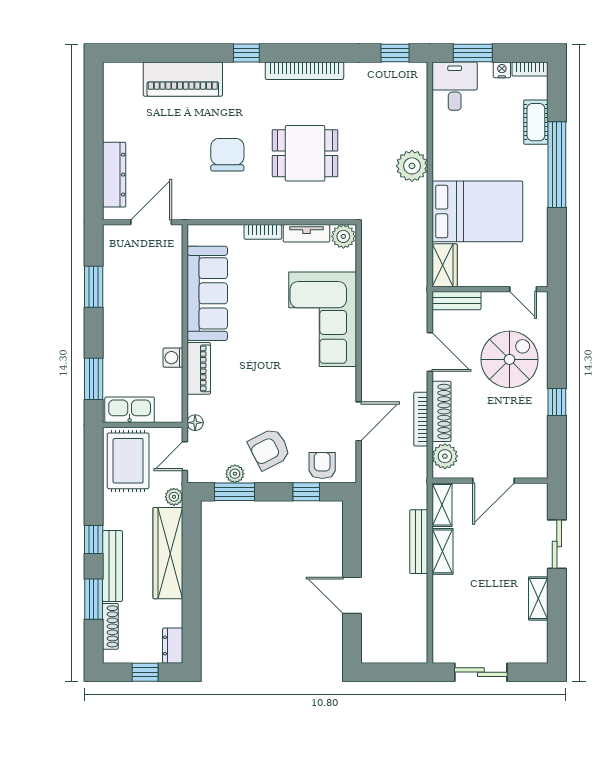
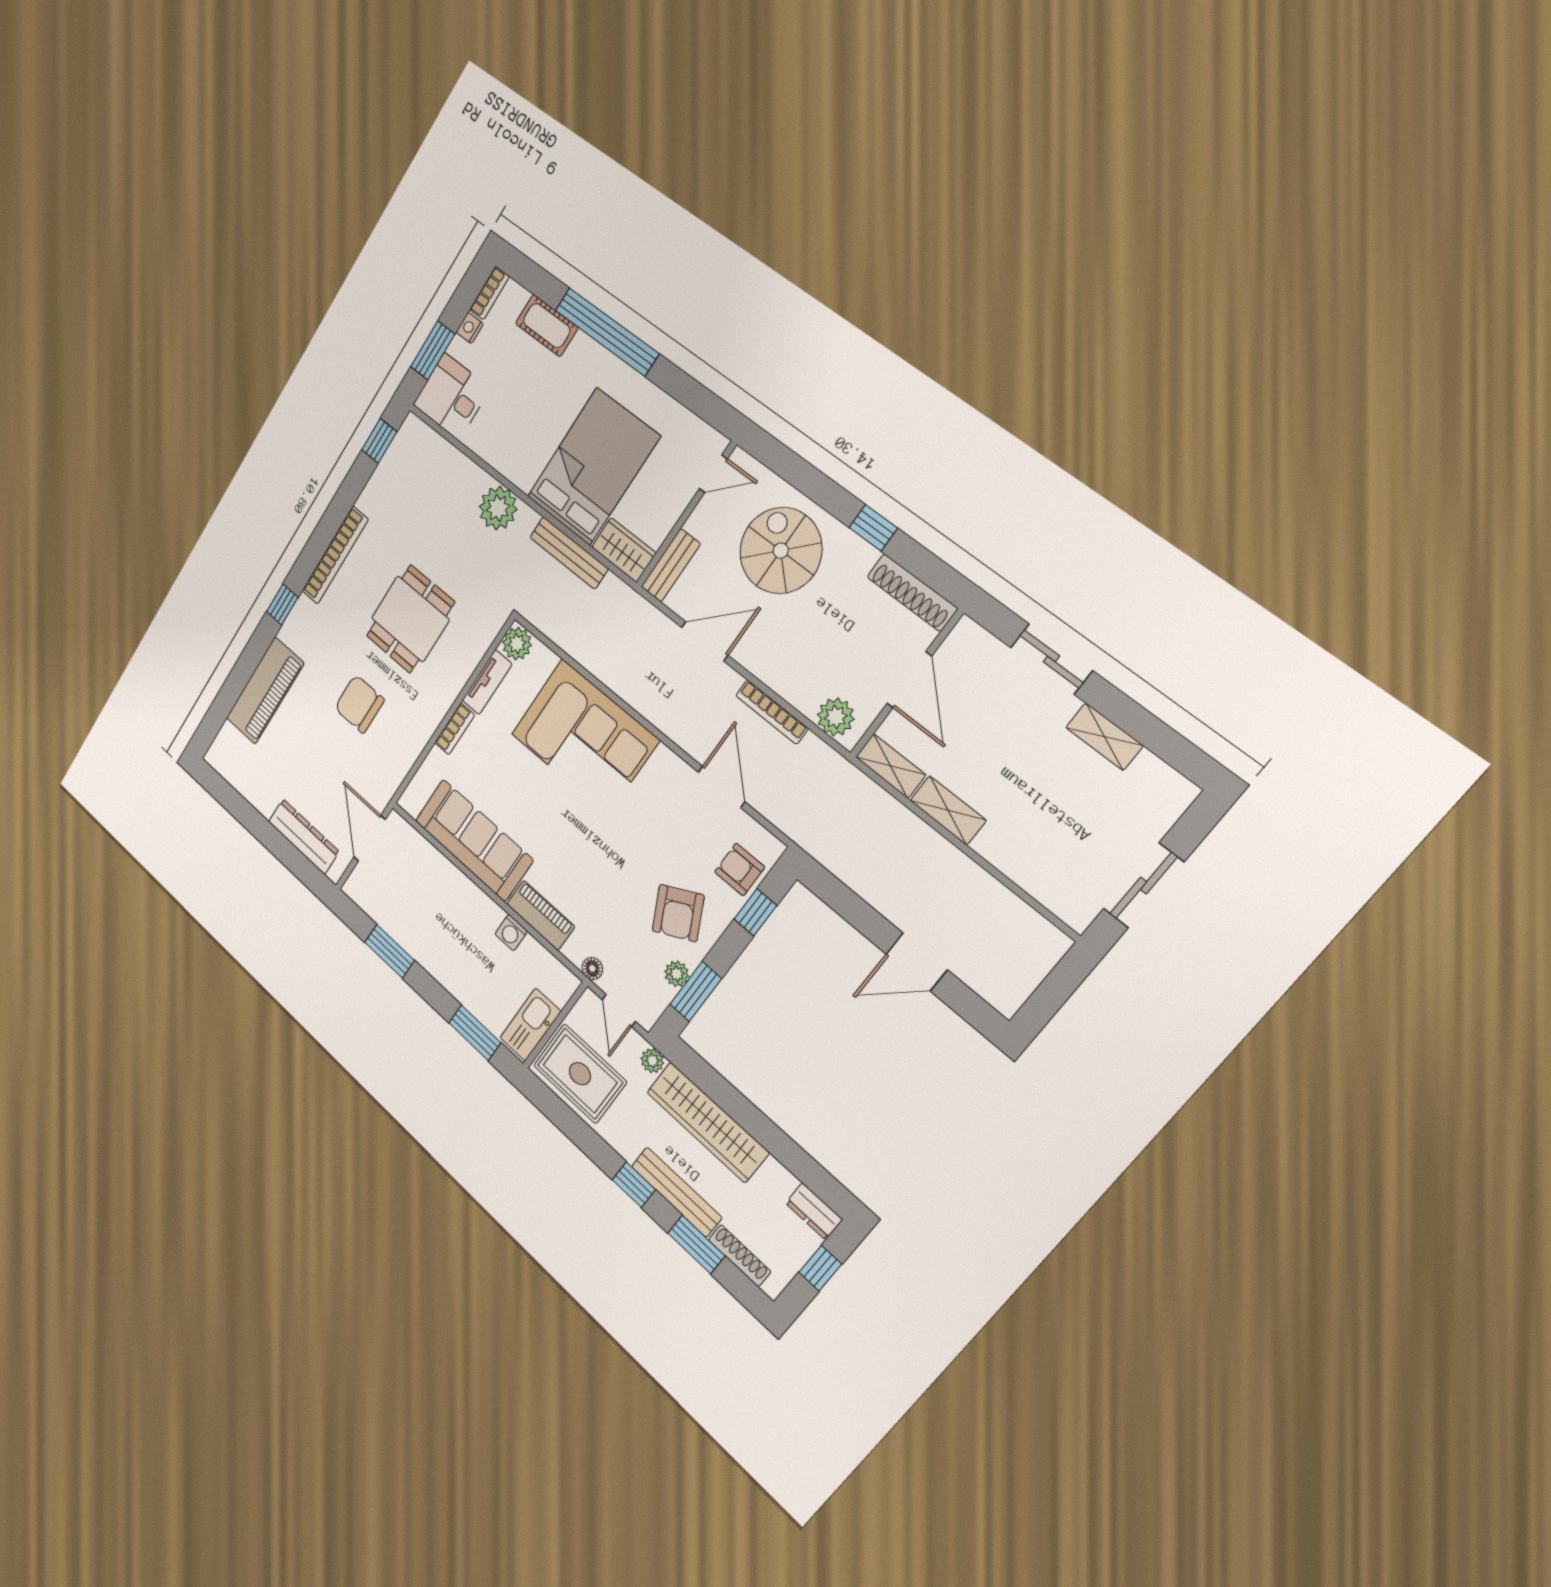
shoe rack: (442, 411) -> (912, 593), moved, turned 180
bench: (419, 542) -> (569, 553), moved

